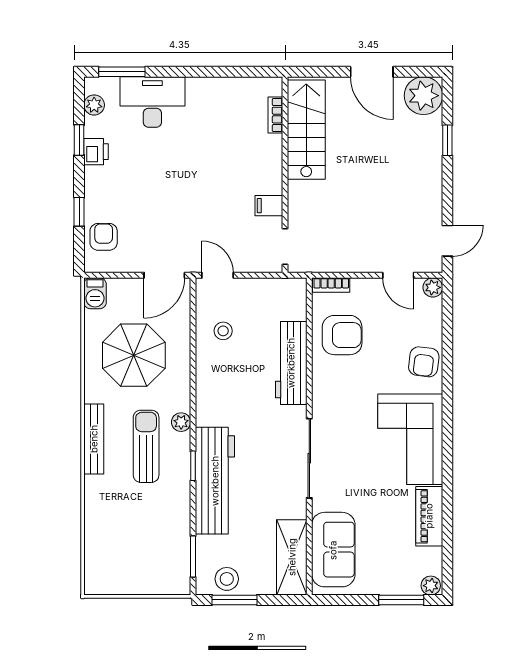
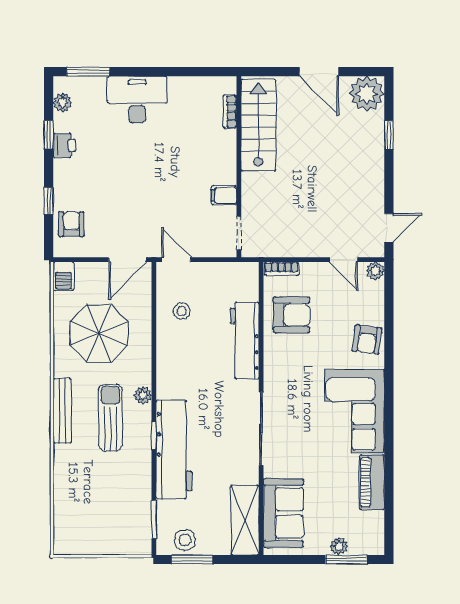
desk: (152, 102) -> (137, 100), moved
plant: (431, 586) -> (339, 546), moved

